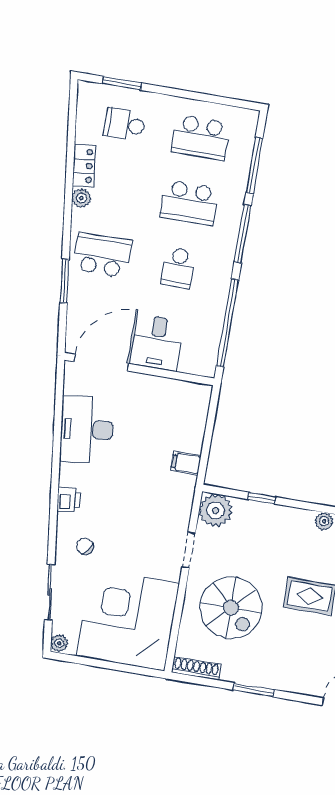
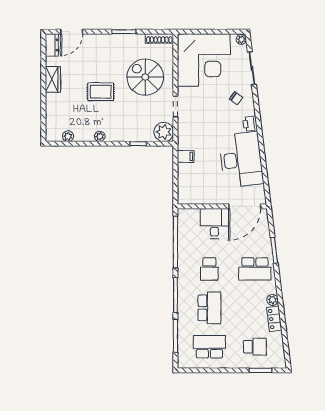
school desk: (189, 203) -> (209, 308), turned 90
school desk: (178, 268) -> (209, 269), turned 180
desk: (87, 430) -> (241, 160), width x1.36, depth x1.30

